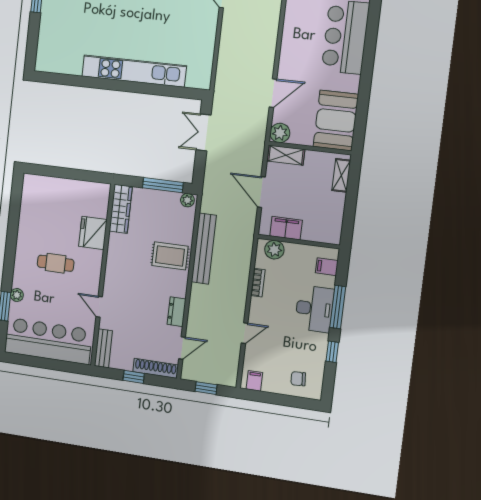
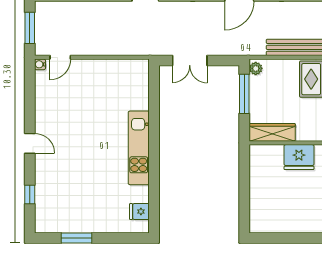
fridge: (57, 63) -> (139, 212), added
kitchen unit: (134, 71) -> (139, 148), width x0.73

